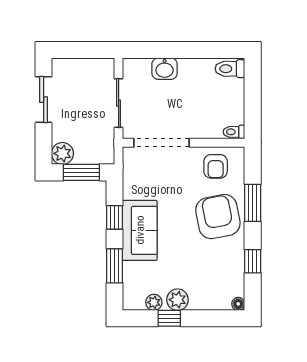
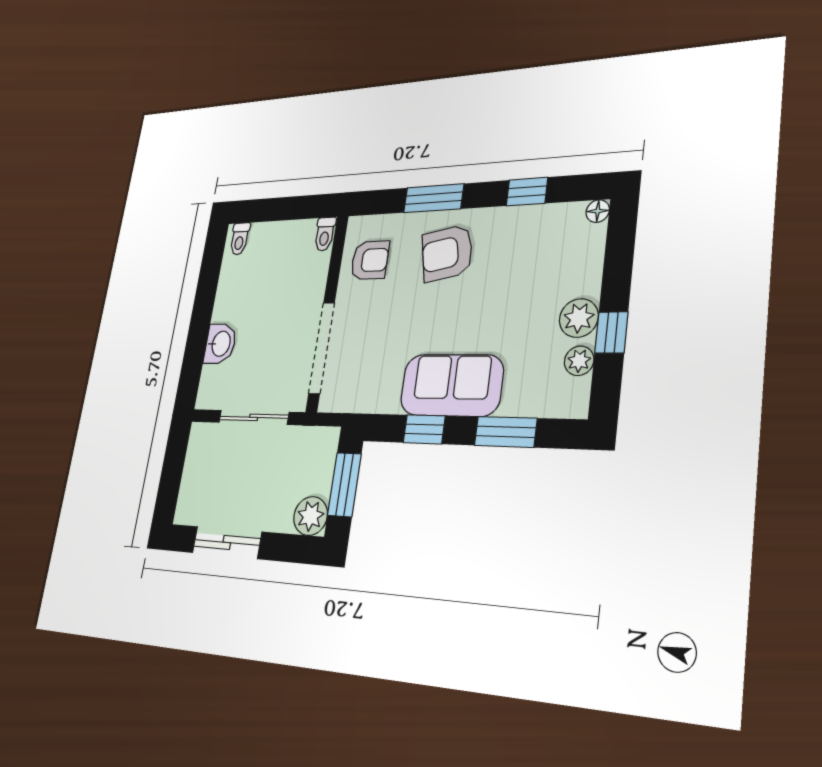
toilet: (230, 69) -> (240, 239), width x0.73, depth x0.72
armchair: (218, 217) -> (447, 253), width x0.73, depth x0.73

